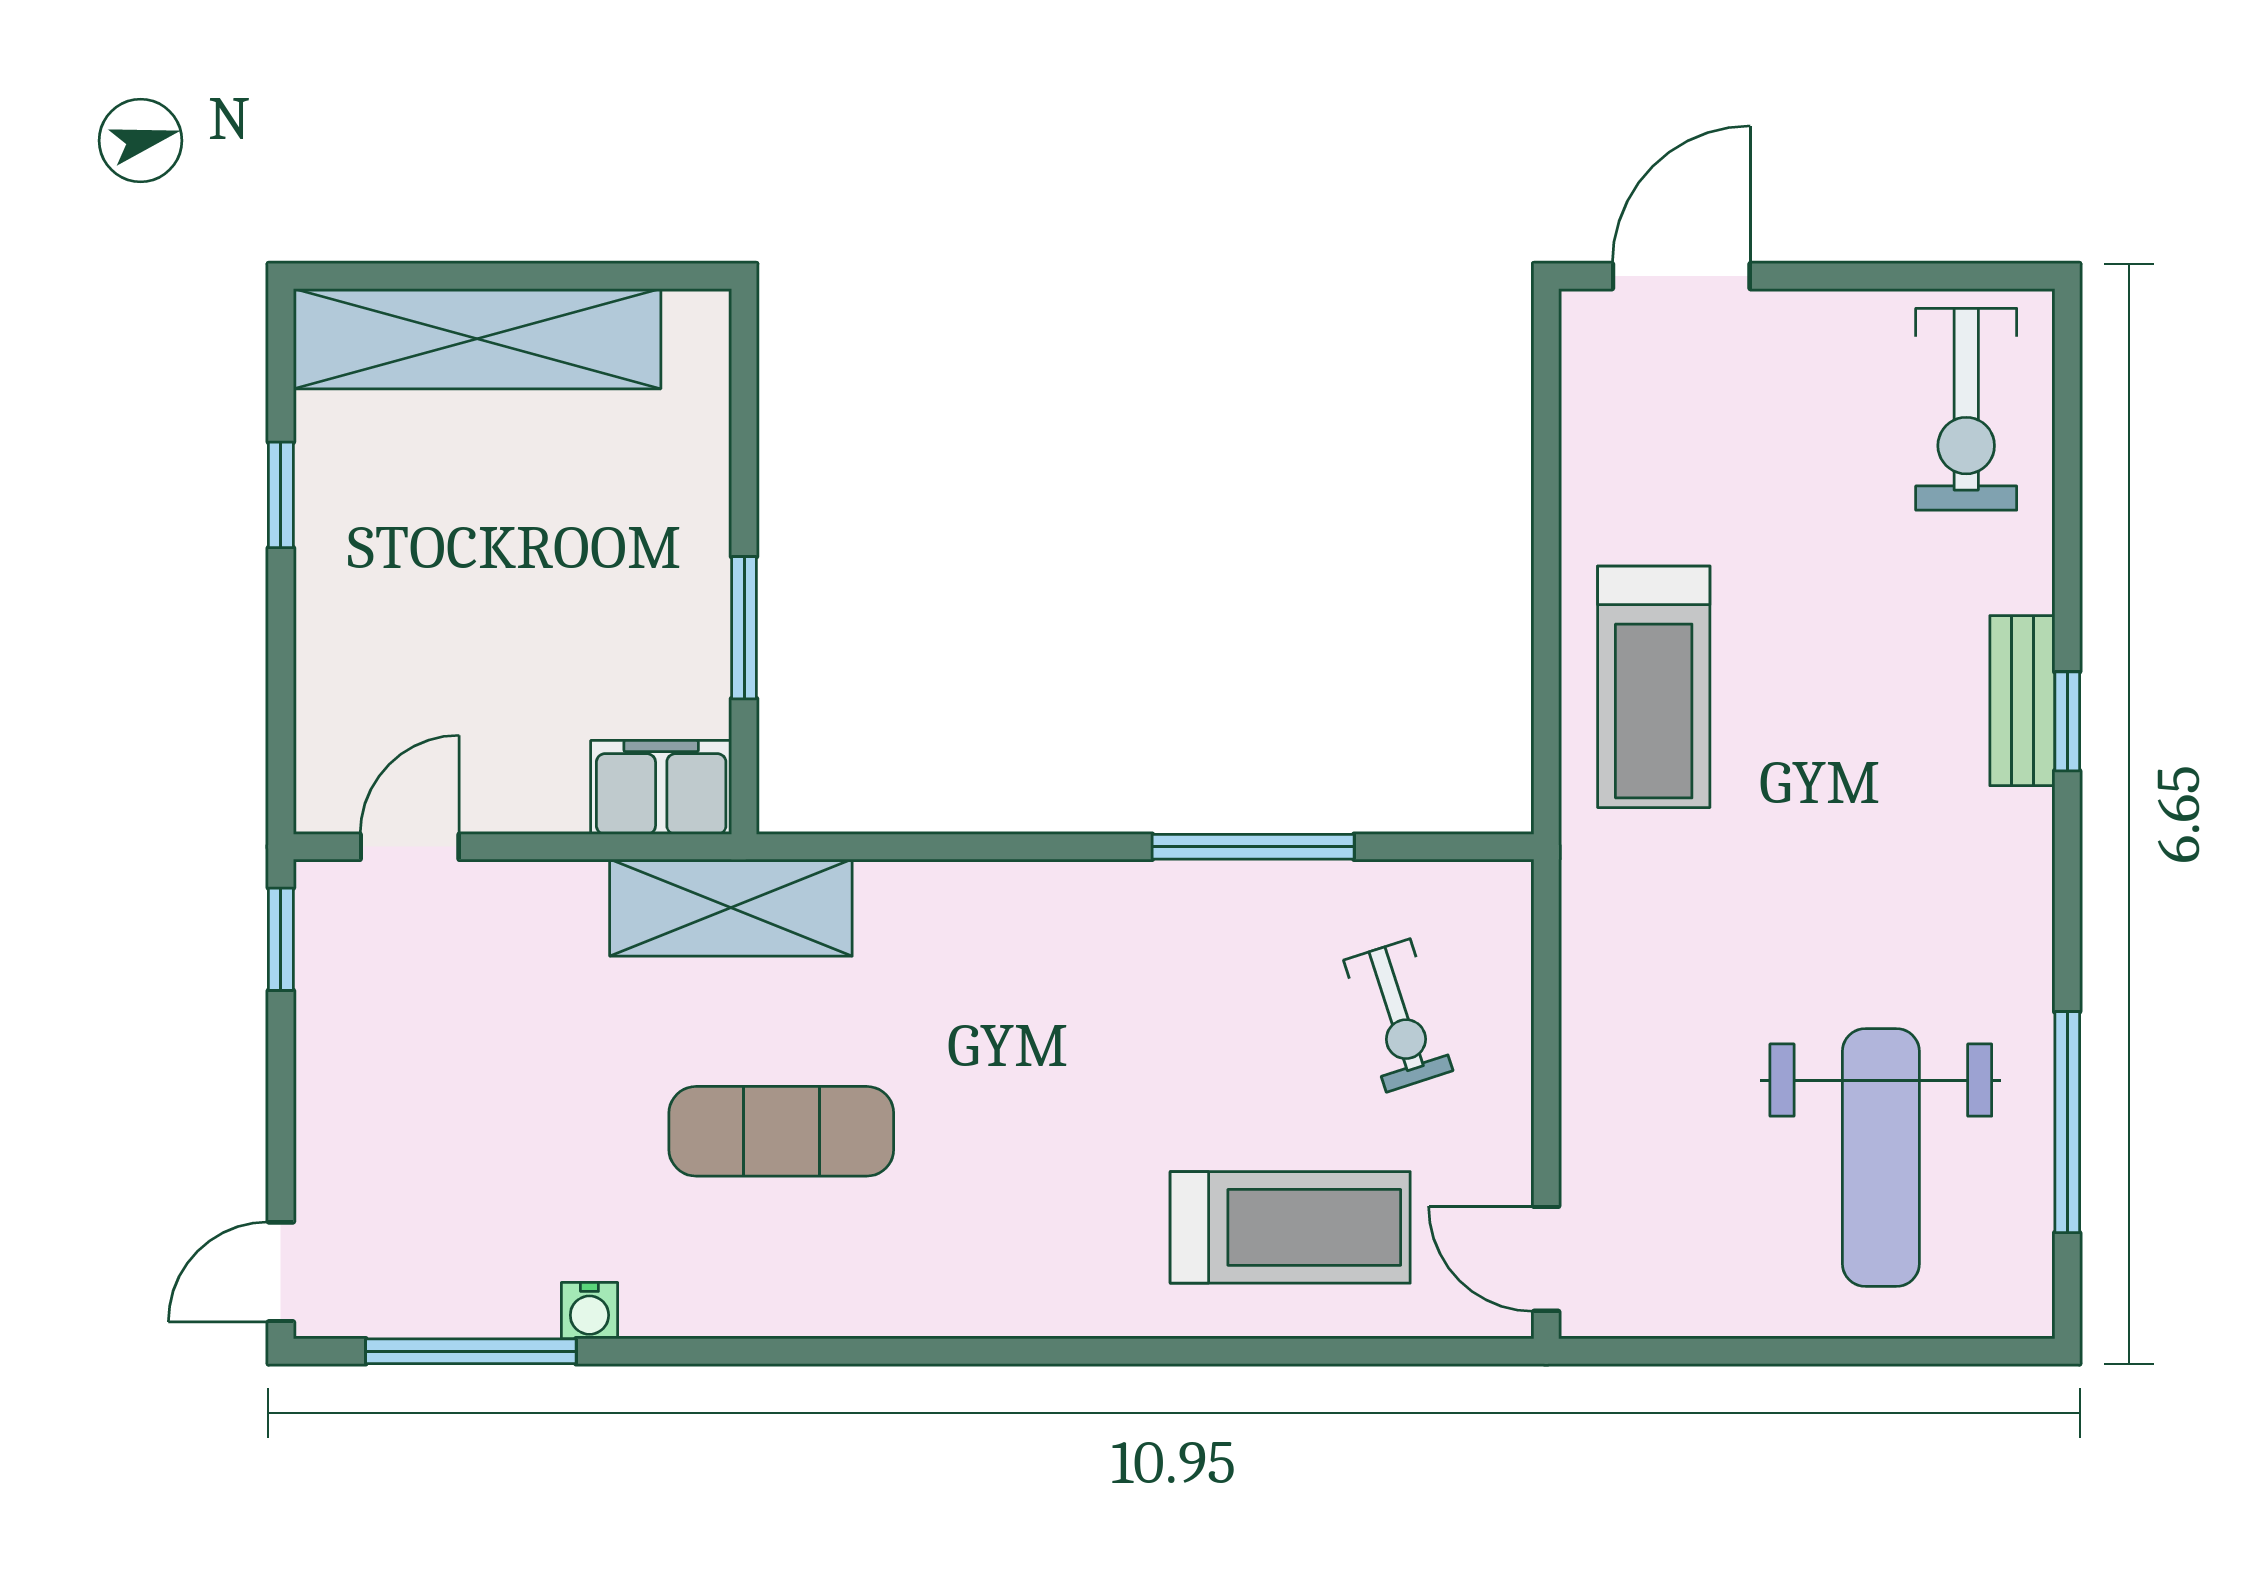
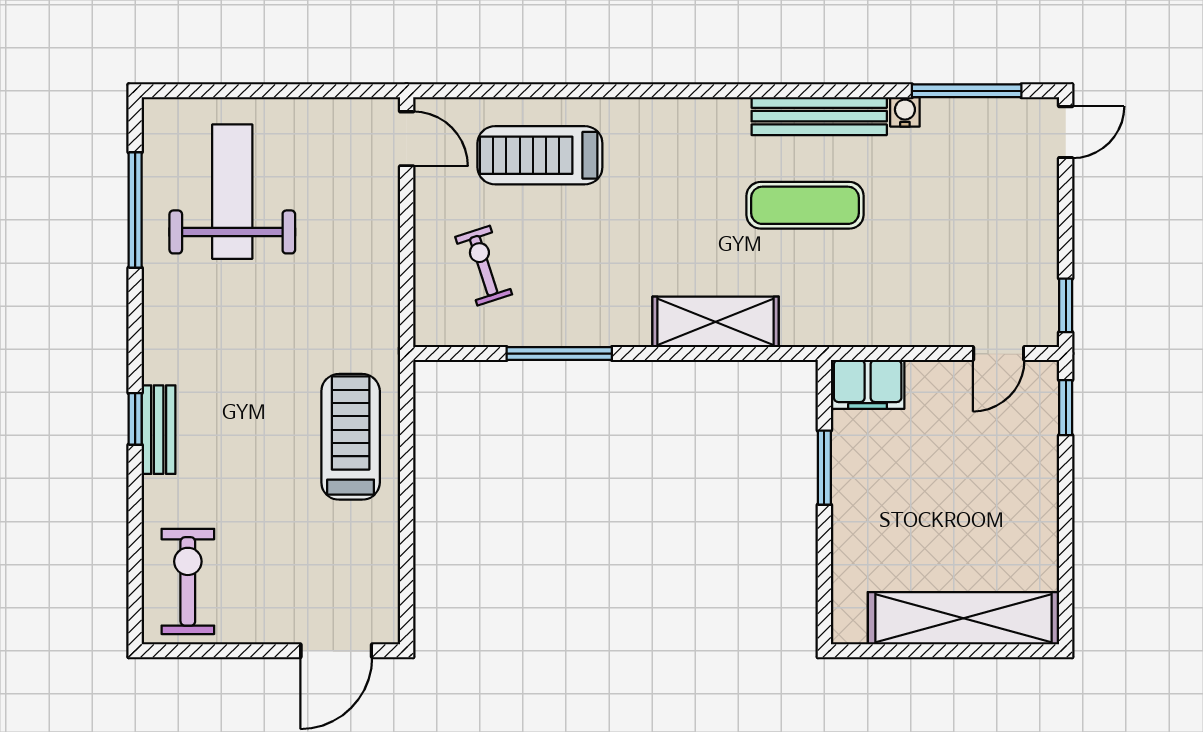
window: (281, 495) -> (1066, 408), moved
shelving: (731, 908) -> (716, 322), moved
bench: (754, 1303) -> (819, 116), added

